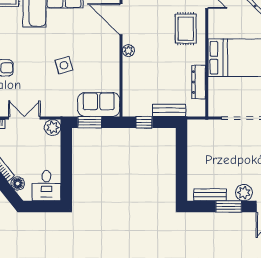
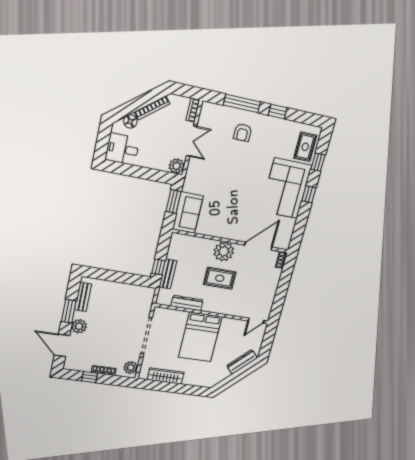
rug: (186, 29) -> (220, 278), moved
plant: (128, 51) -> (224, 251), width x1.87, depth x1.87
side table: (64, 65) -> (231, 188), removed
window: (144, 122) -> (158, 267), moved

